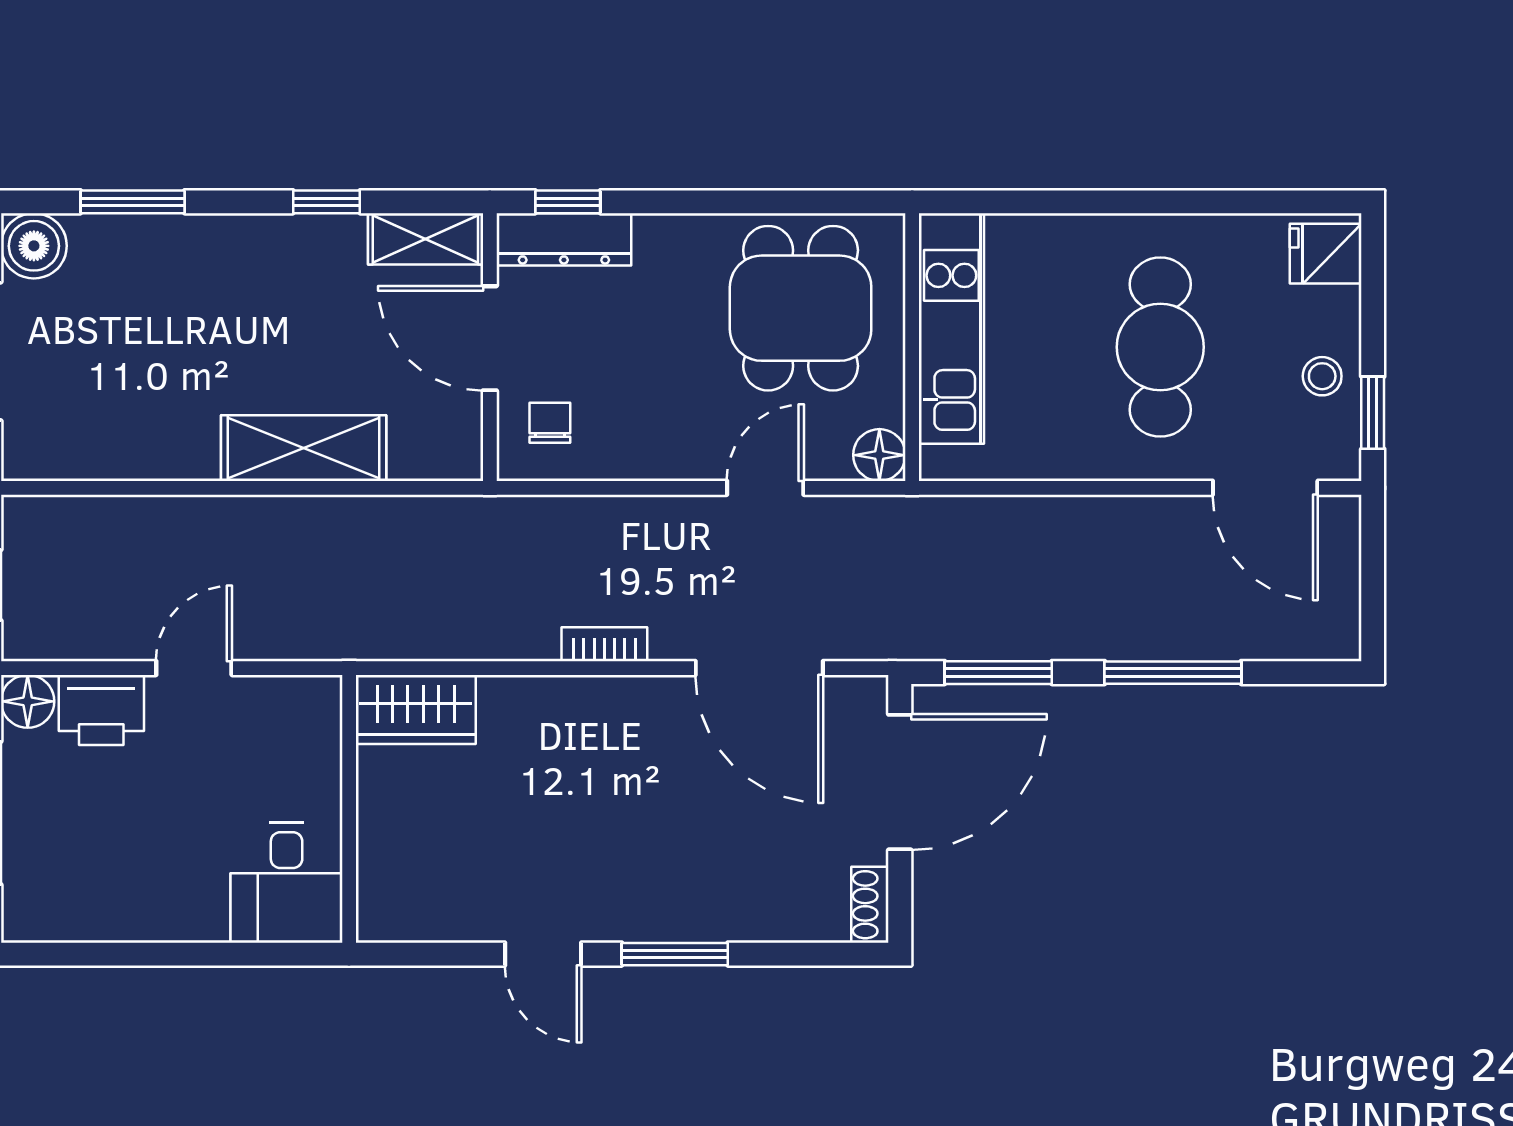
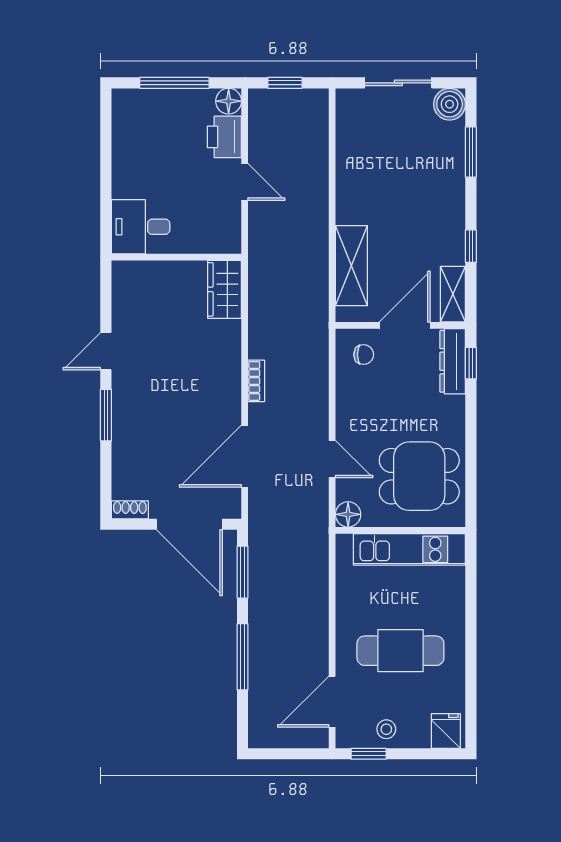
shelving: (304, 448) -> (351, 266), moved

